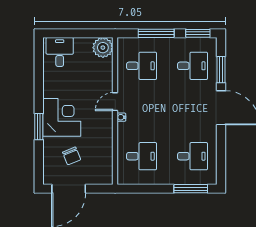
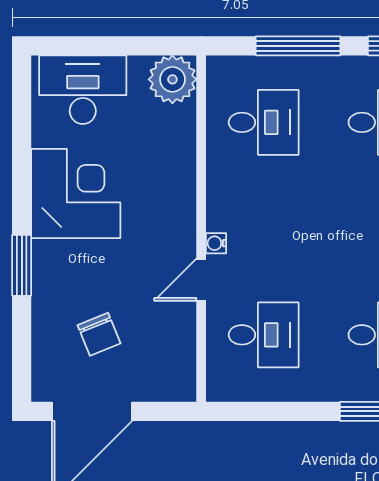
desk: (60, 52) -> (83, 90), width x1.37
door: (115, 102) -> (201, 280), moved
corner desk: (62, 117) -> (76, 193), moved

